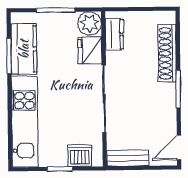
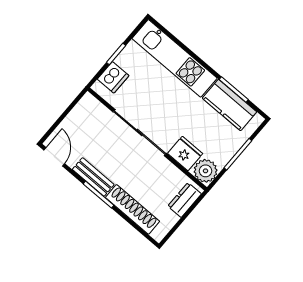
dresser: (114, 34) -> (185, 200), moved, turned 90
bench: (128, 158) -> (93, 177), moved, turned 90

